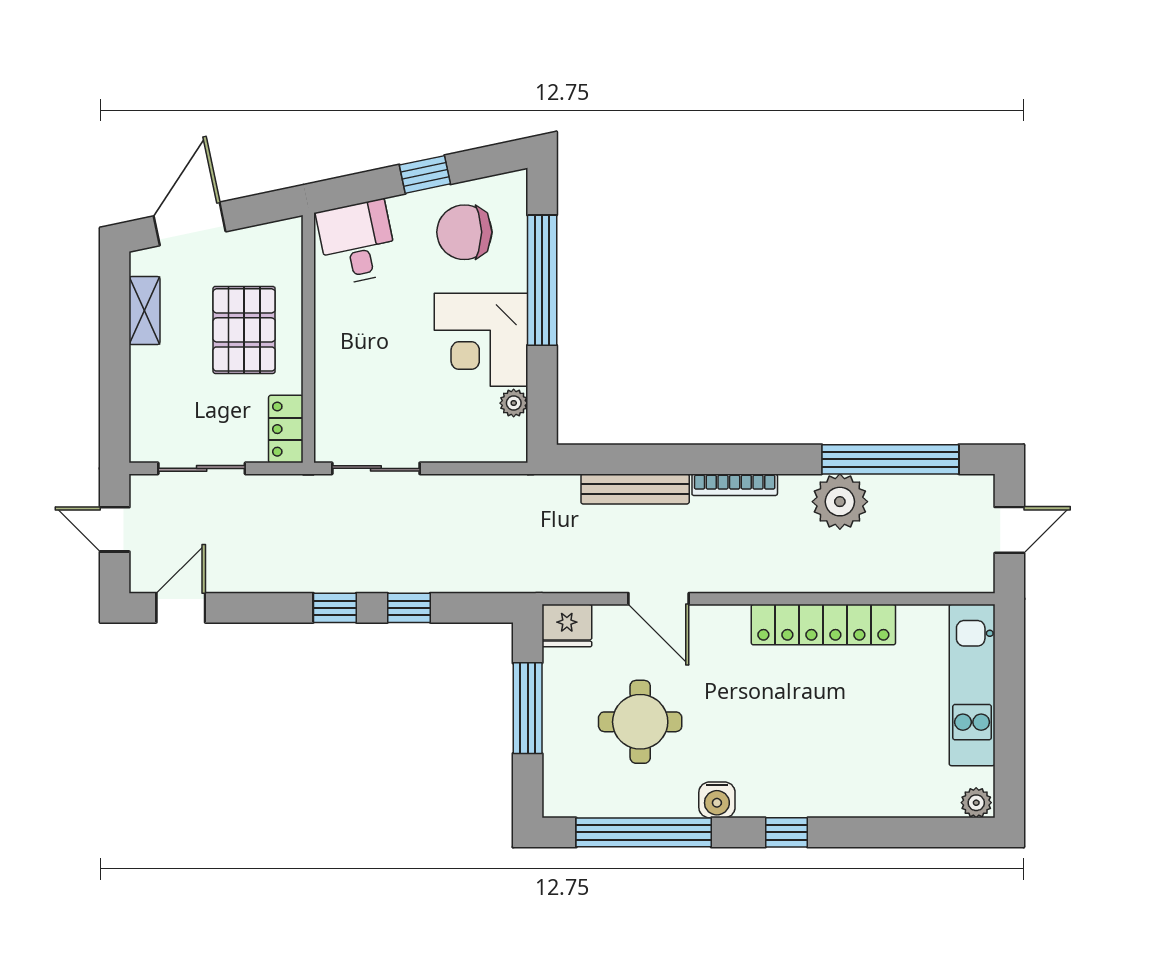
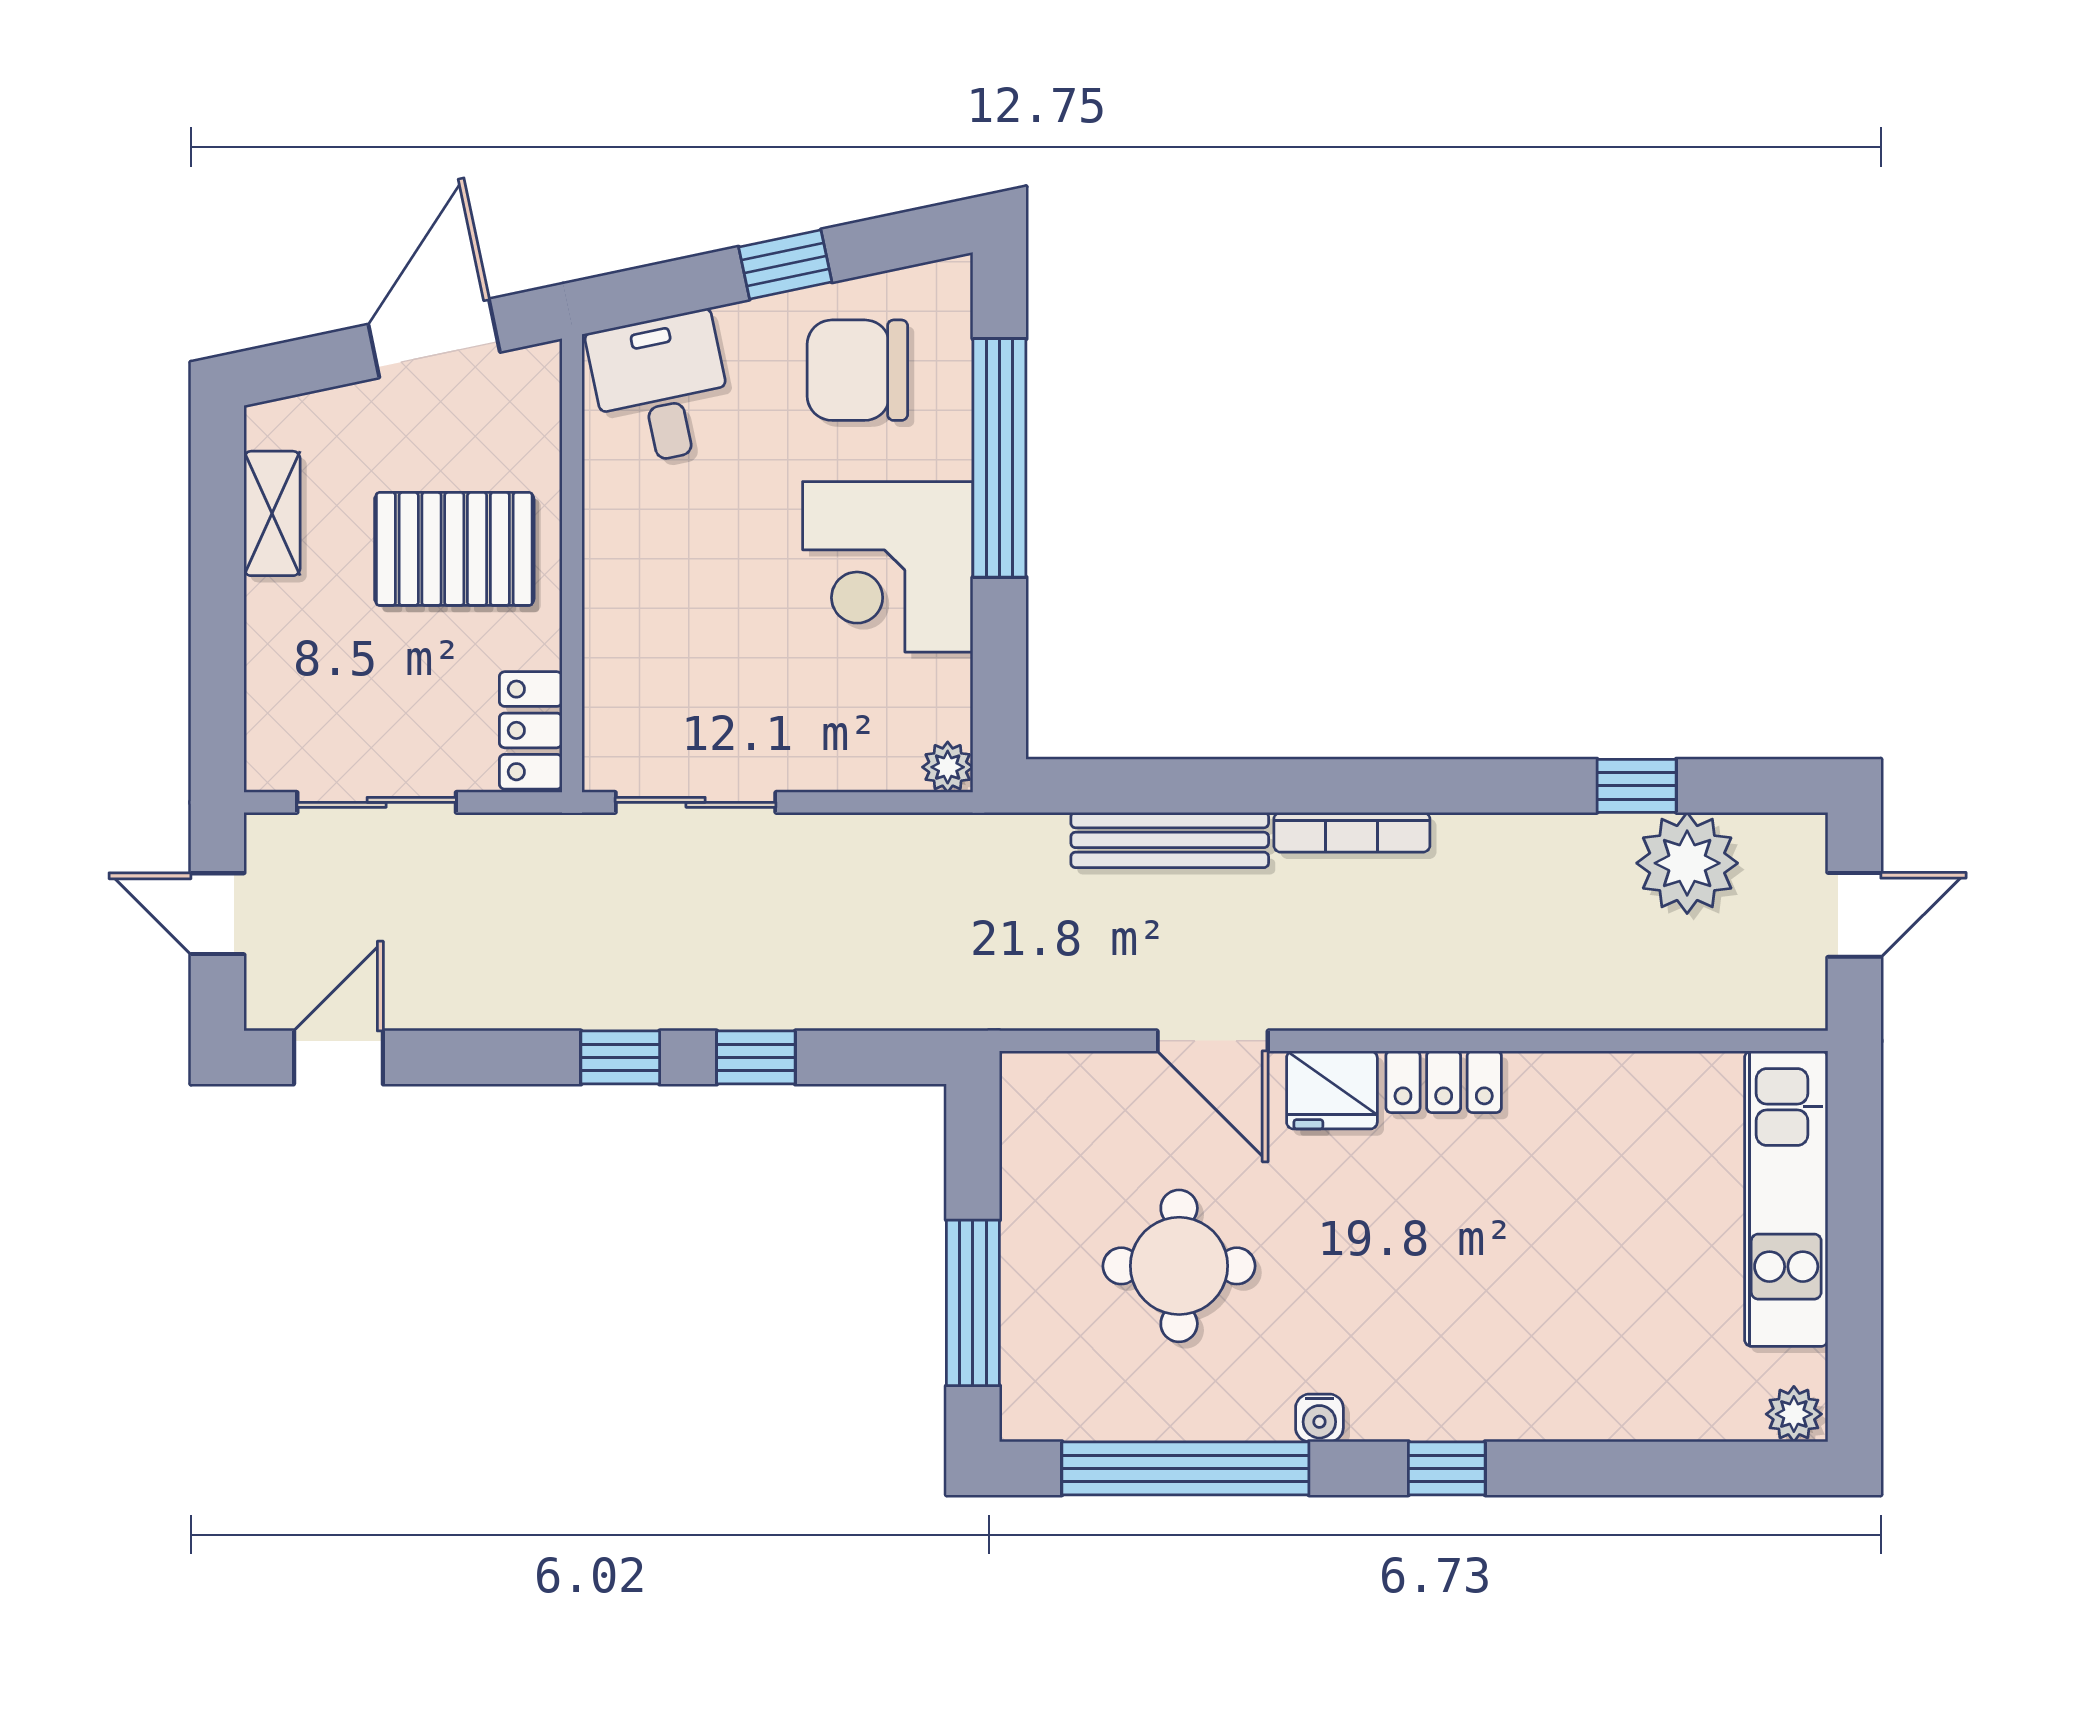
door: (190, 224) -> (434, 338), moved
pallet: (244, 330) -> (454, 549), turned 90
plant: (514, 403) -> (948, 767), moved
window: (890, 459) -> (1637, 786), width x0.32
plant: (840, 502) -> (1687, 863), moved
locker: (823, 625) -> (1444, 1082), width x0.46, depth x0.83
fridge: (567, 626) -> (1332, 1090), moved
window: (528, 708) -> (973, 1303), moved
water cooler: (717, 800) -> (1319, 1418), width x0.72, depth x0.72

